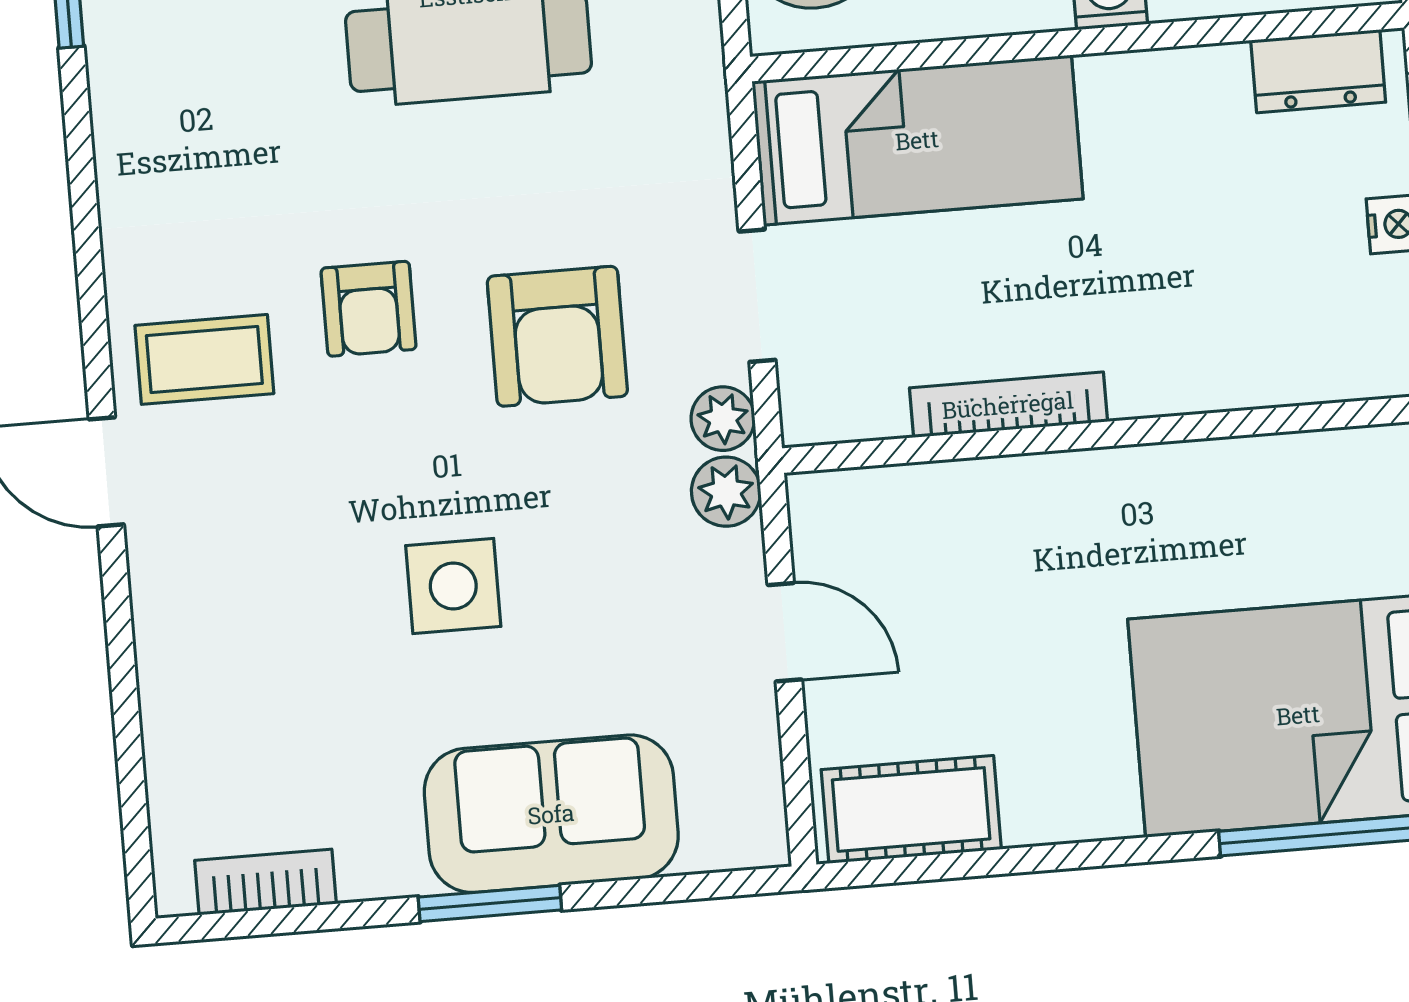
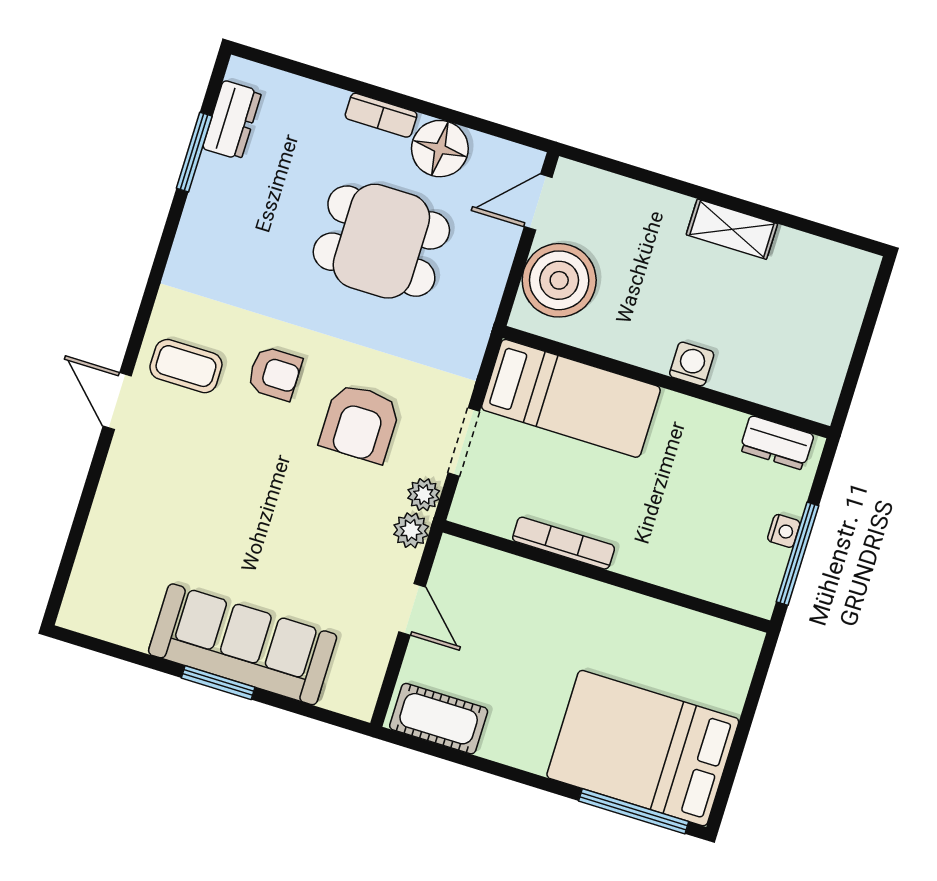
armchair: (369, 309) -> (275, 373), turned -90
side table: (453, 586) -> (262, 523), removed
sofa: (551, 814) -> (243, 644), width x1.36
bookcase: (265, 882) -> (114, 629), removed

